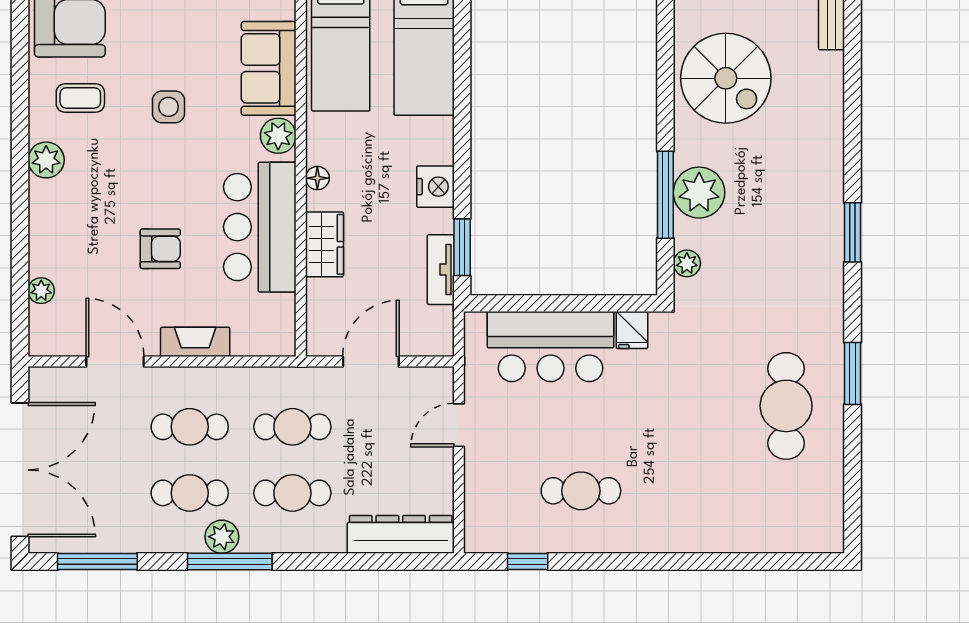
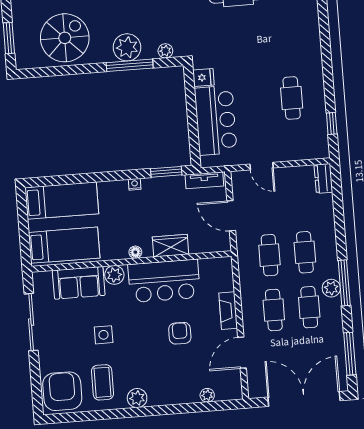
coffee table: (80, 98) -> (102, 382), width x1.36, depth x1.30
nightstand: (435, 187) -> (135, 184), width x0.53, depth x0.56
tv unit: (441, 270) -> (204, 180), moved
dresser: (401, 534) -> (323, 178), width x0.51, depth x0.80

